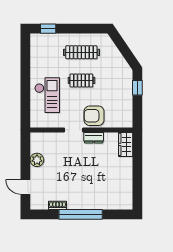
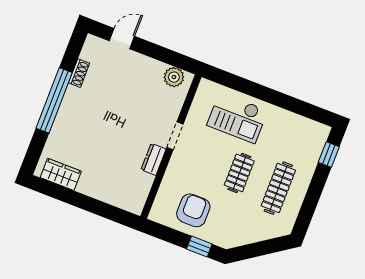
armchair: (94, 116) -> (193, 210), moved
wardrobe: (126, 144) -> (61, 174), moved
plant: (37, 160) -> (174, 77), moved

